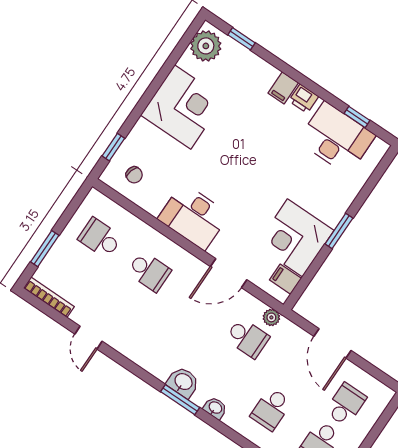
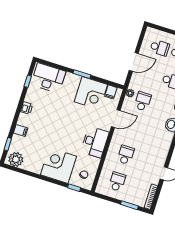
filing cabinet: (283, 88) -> (21, 131), moved
corner desk: (183, 107) -> (58, 165), moved
desk: (337, 138) -> (48, 78), moved, turned 90
school desk: (100, 238) -> (117, 182), turned 180
door: (229, 273) -> (116, 119), hinge flipped
school desk: (346, 405) -> (160, 48), turned 180

